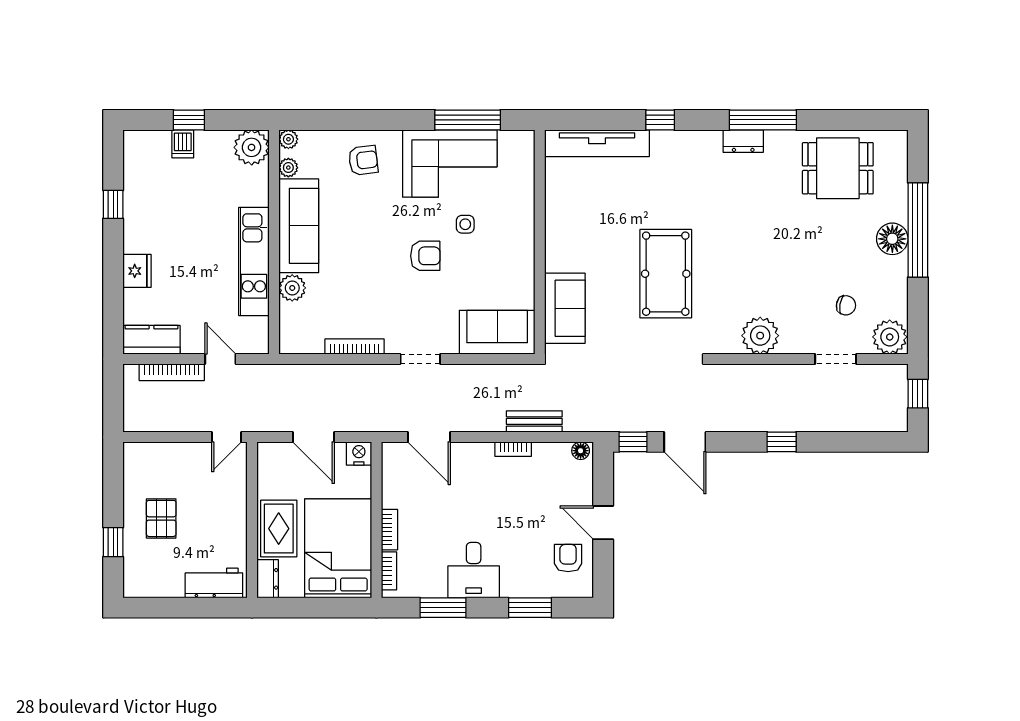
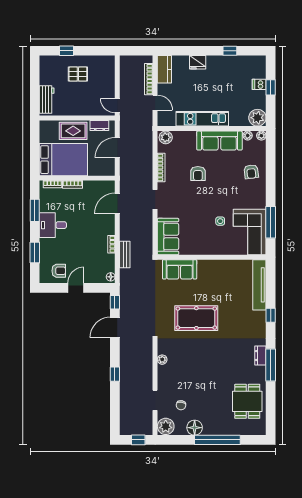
corner sofa: (450, 163) -> (250, 232), moved
floor lamp: (892, 239) -> (195, 428), moved
armchair: (425, 256) -> (198, 173), moved
plant: (292, 288) -> (166, 137), moved
plant: (760, 336) -> (162, 360), width x0.53, depth x0.53
door: (220, 359) -> (155, 103), hinge flipped
nightstand: (359, 453) -> (109, 170), removed
dresser: (268, 579) -> (99, 126), moved

